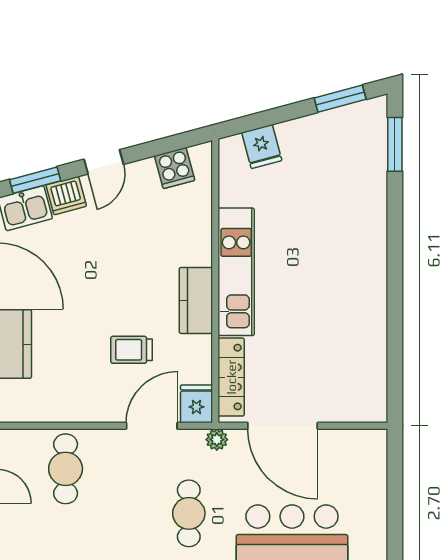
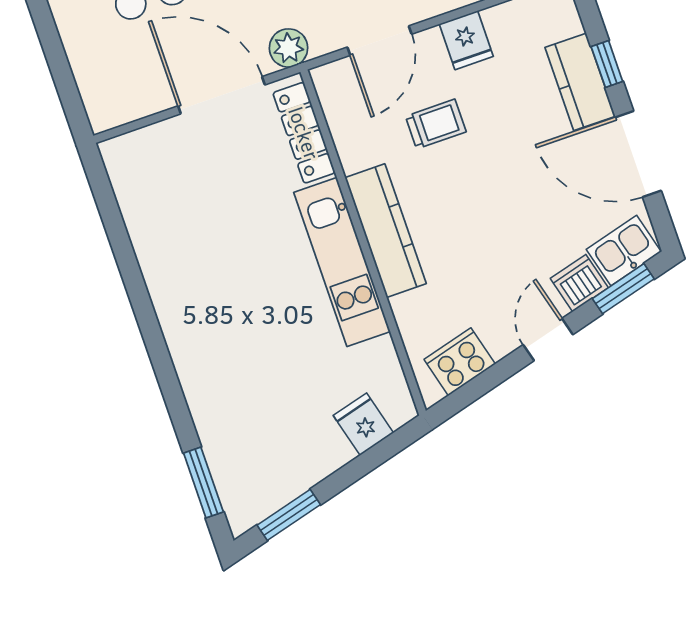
cooker: (175, 168) -> (460, 362), width x1.36
kitchen counter: (196, 300) -> (386, 231), width x1.50
fridge: (196, 404) -> (466, 40), moved
plant: (217, 440) -> (288, 48), width x1.38, depth x1.38

